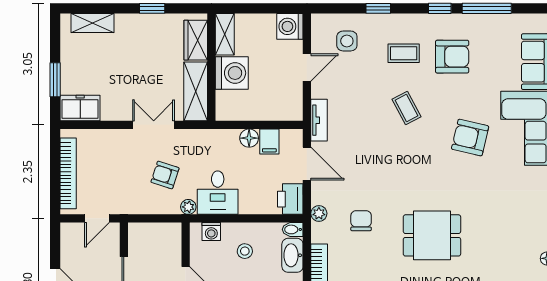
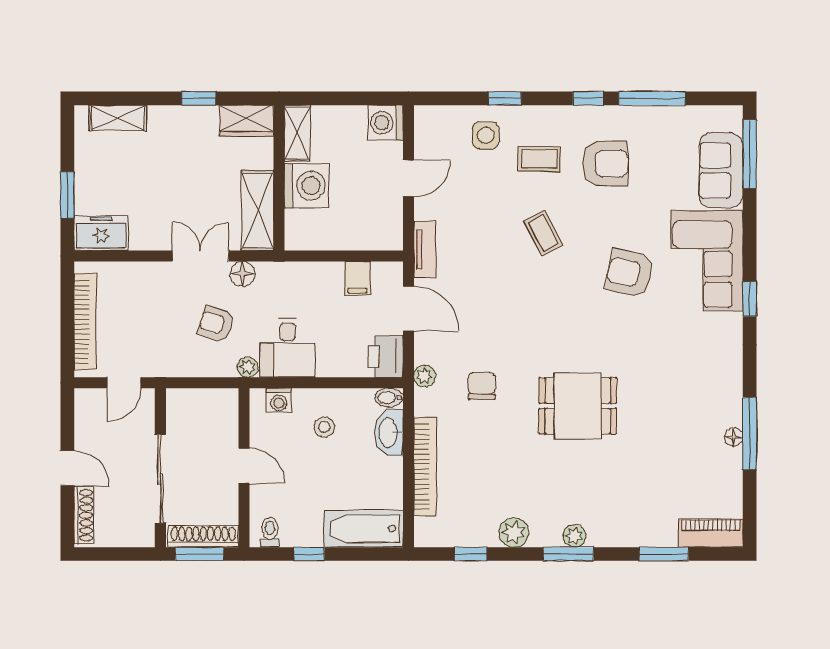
wardrobe: (196, 40) -> (247, 121), moved, turned -90
side table: (347, 41) -> (486, 135), moved
floor lamp: (249, 138) -> (242, 274), moved

